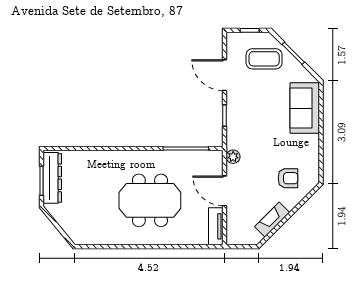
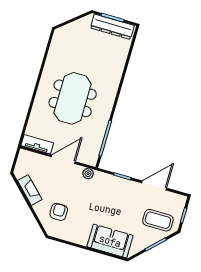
coffee table: (264, 59) -> (158, 220), turned 90
armchair: (288, 178) -> (59, 212), turned 180

